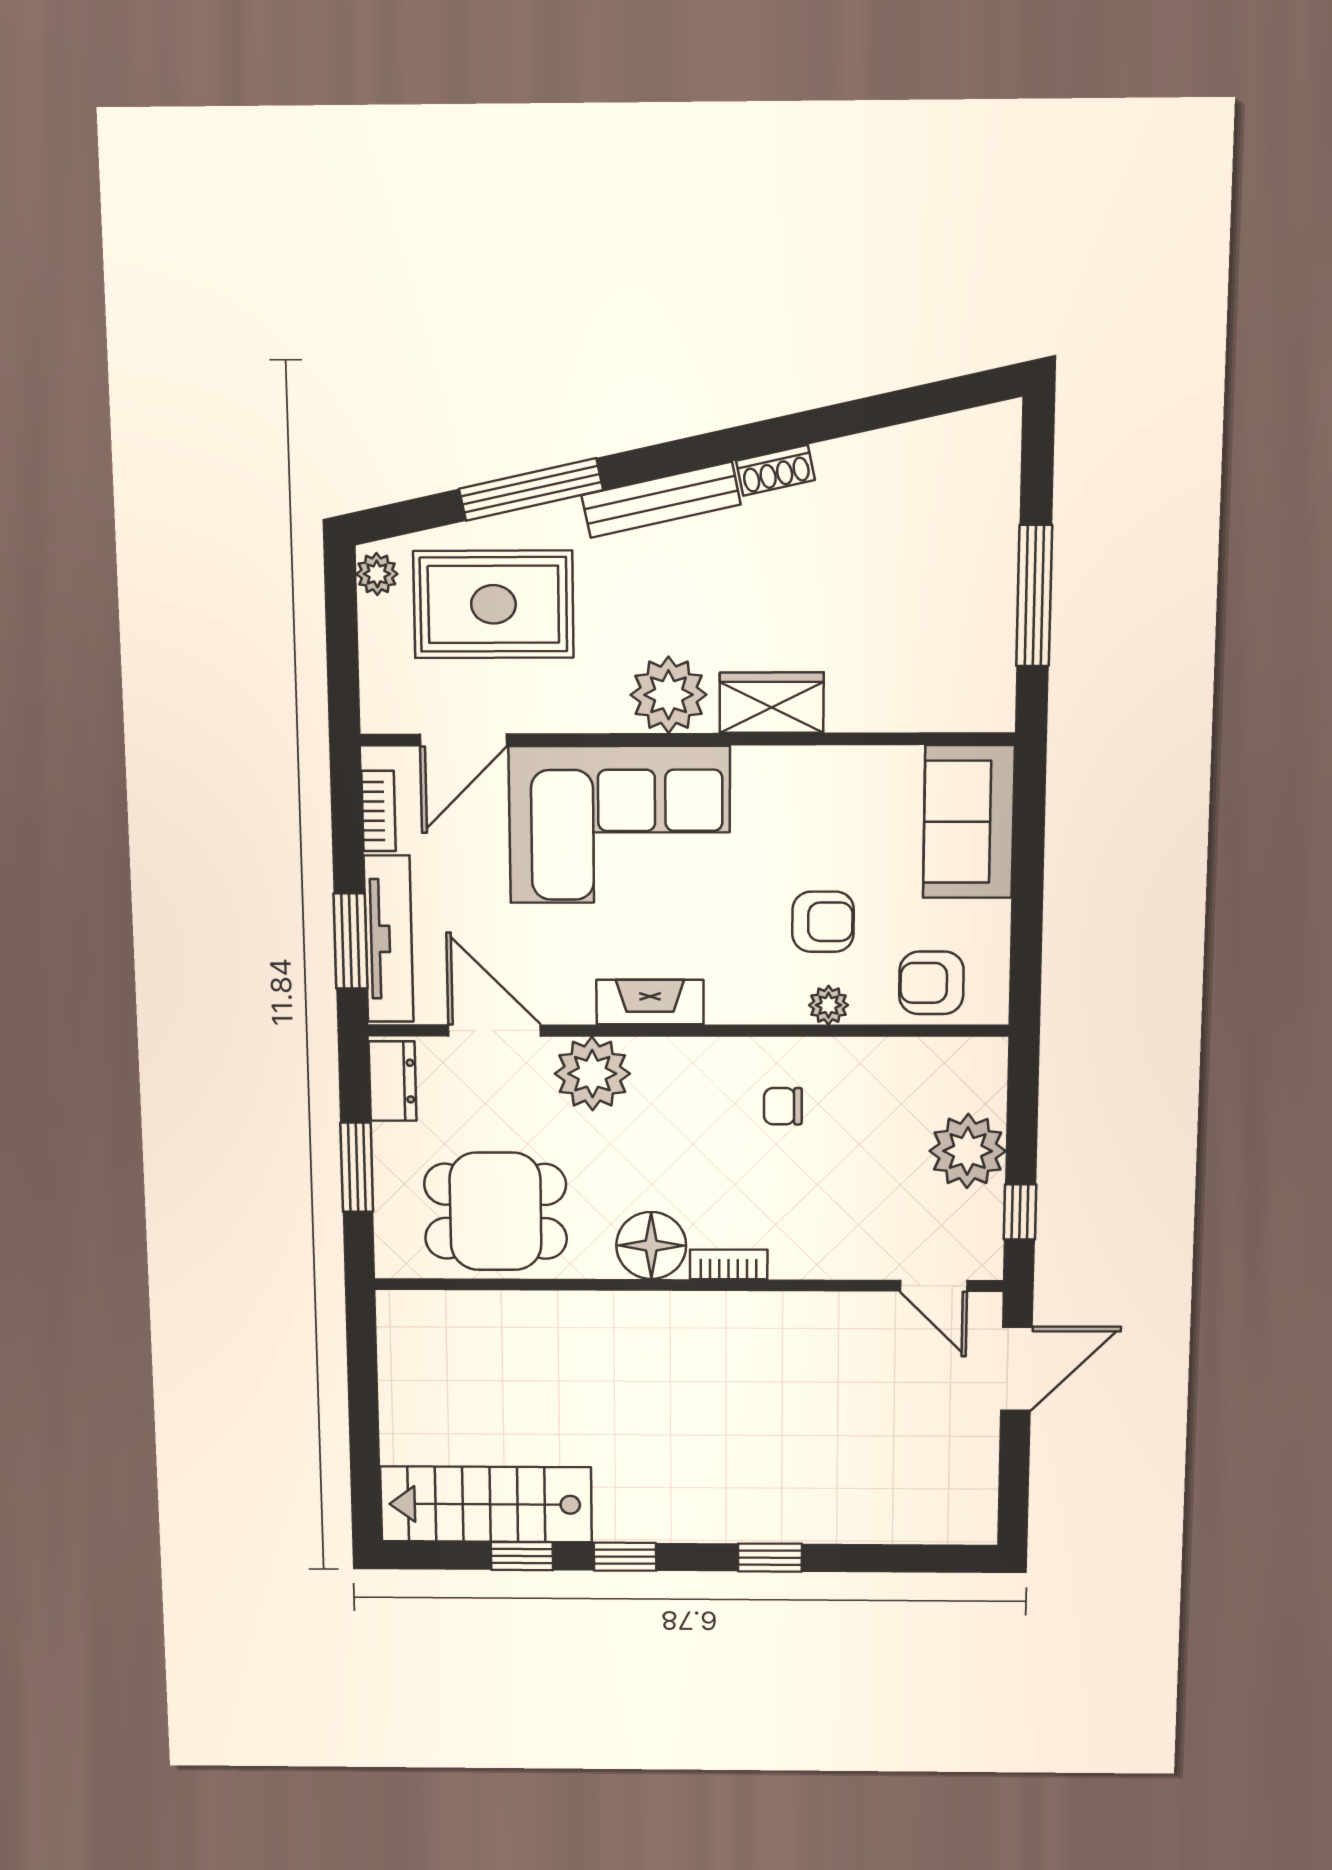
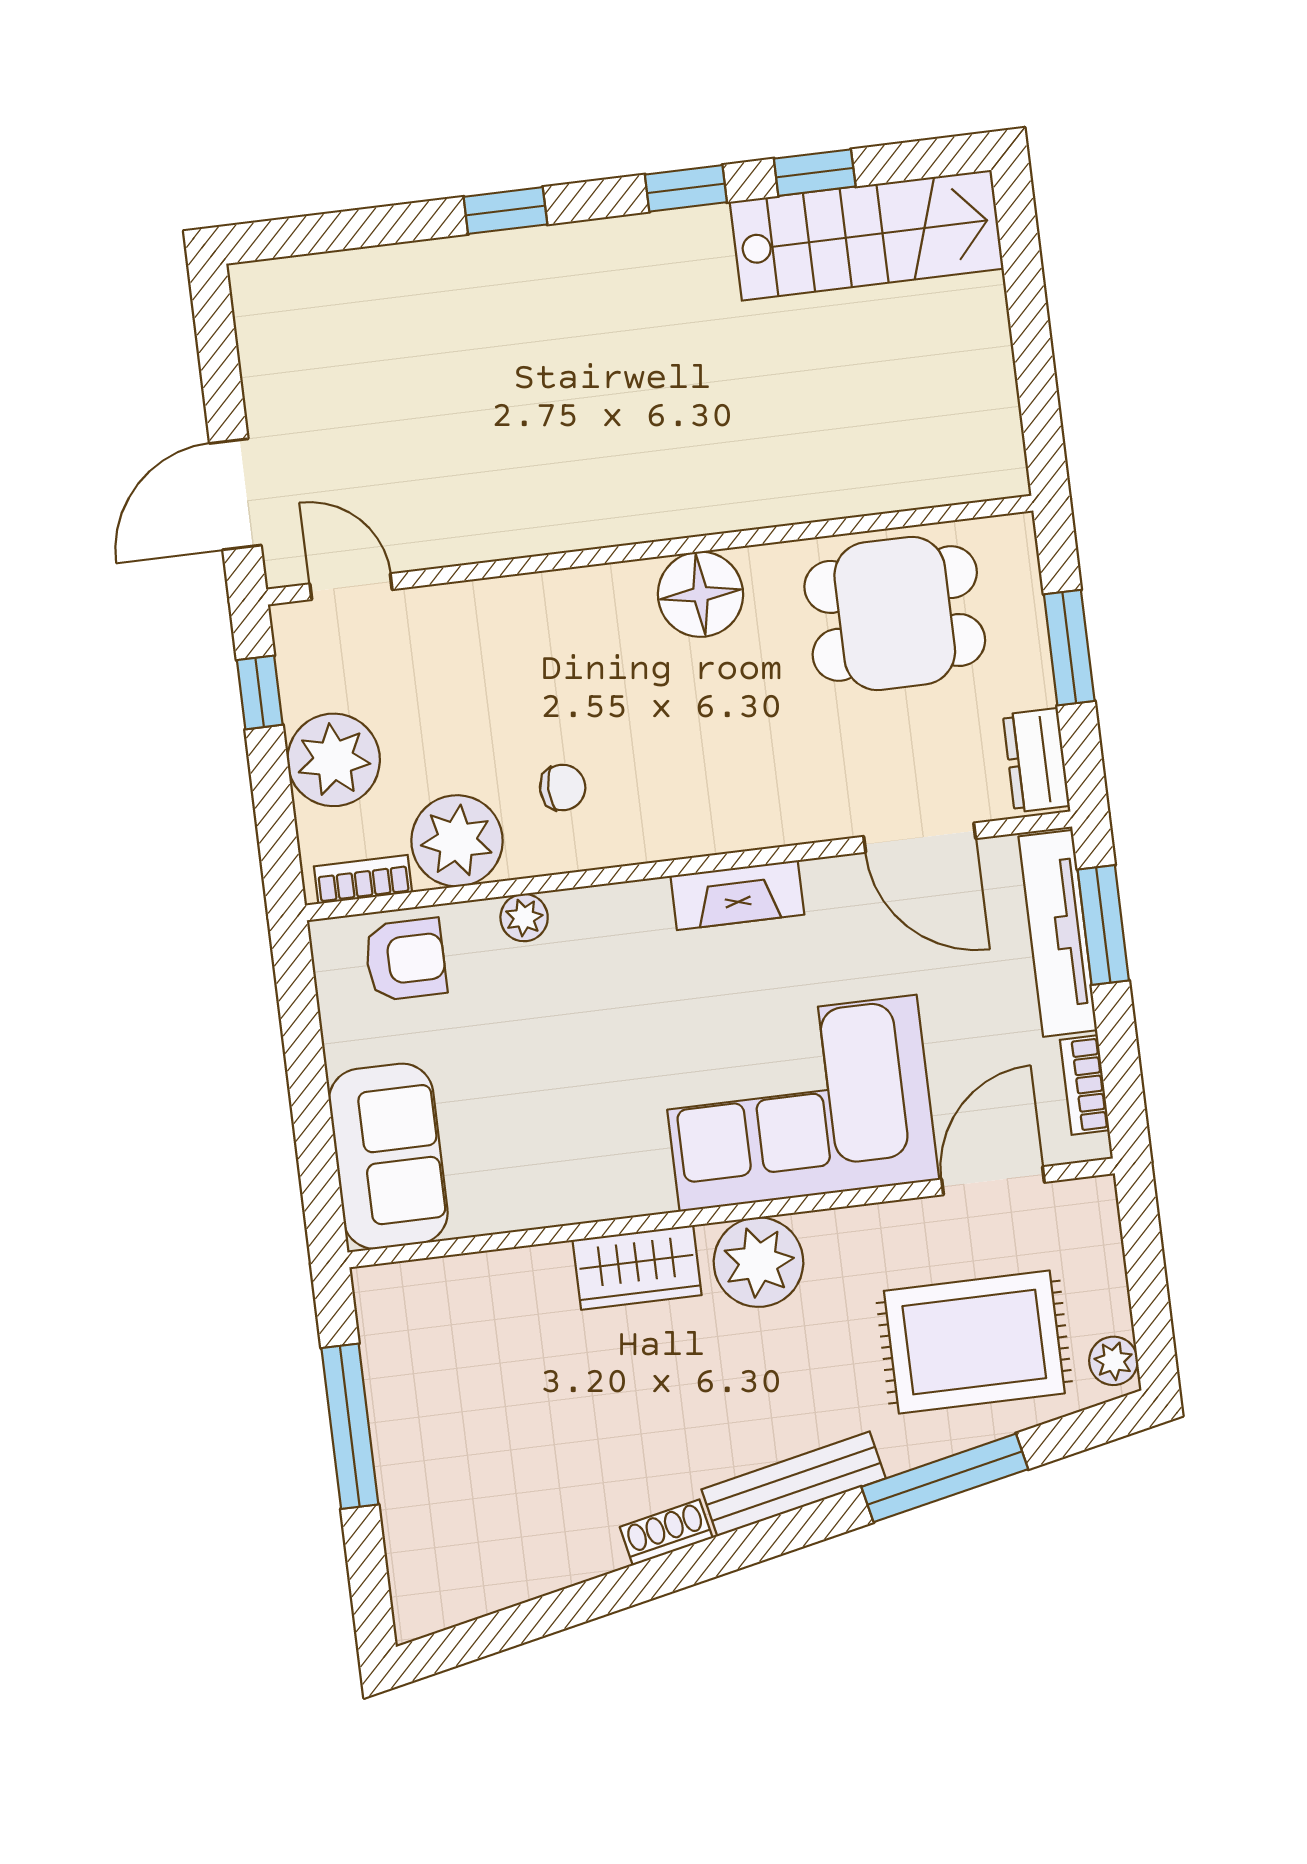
armchair: (823, 922) -> (544, 1017), removed
plant: (592, 1074) -> (457, 841), moved
bookcase: (729, 1264) -> (363, 879), moved, turned 180

